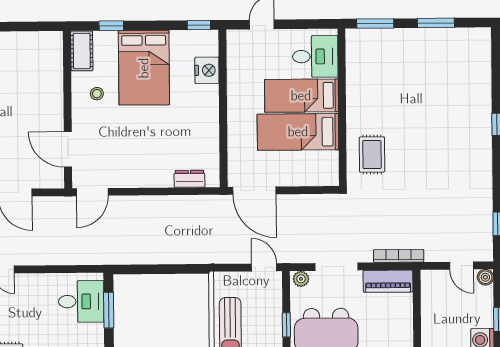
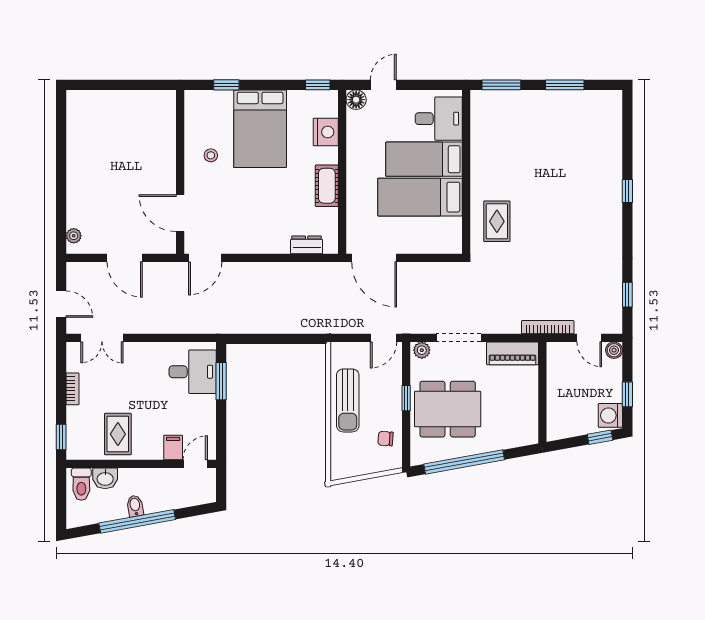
floor lamp: (236, 39) -> (356, 100), added
cot: (82, 51) -> (327, 186), moved
bookcase: (399, 256) -> (548, 327), moved
door: (264, 267) -> (384, 338), swing flipped

